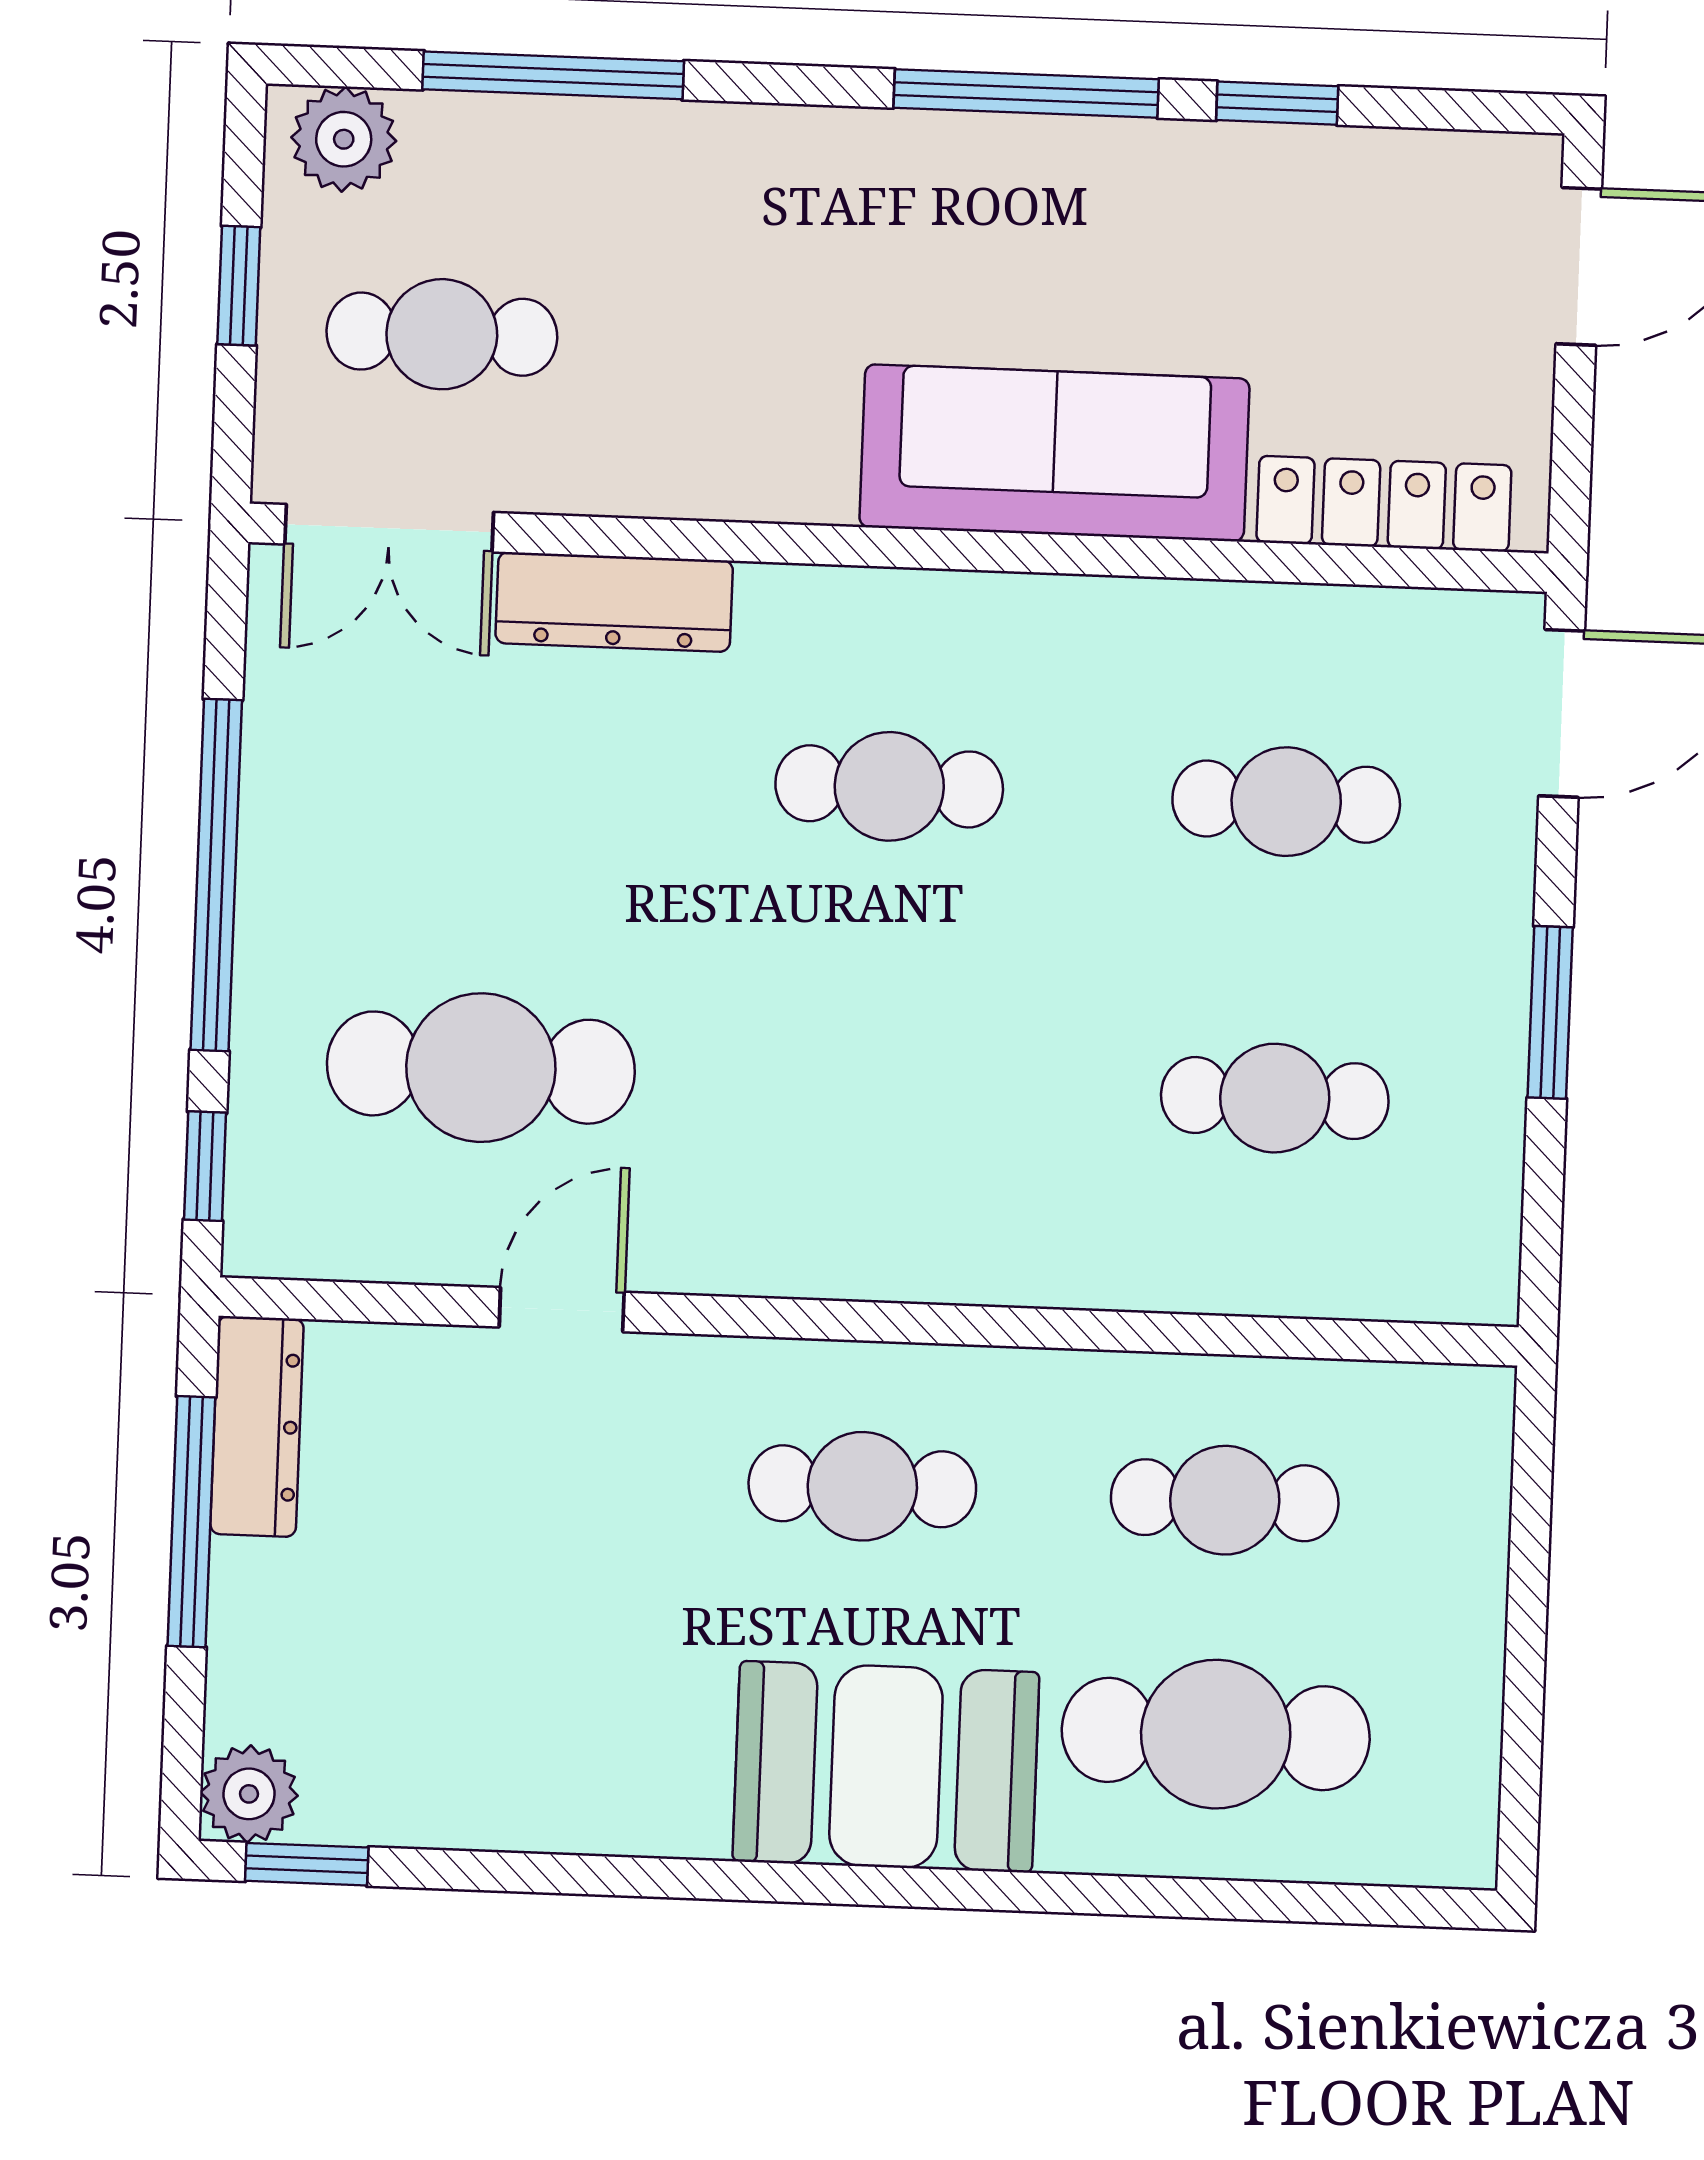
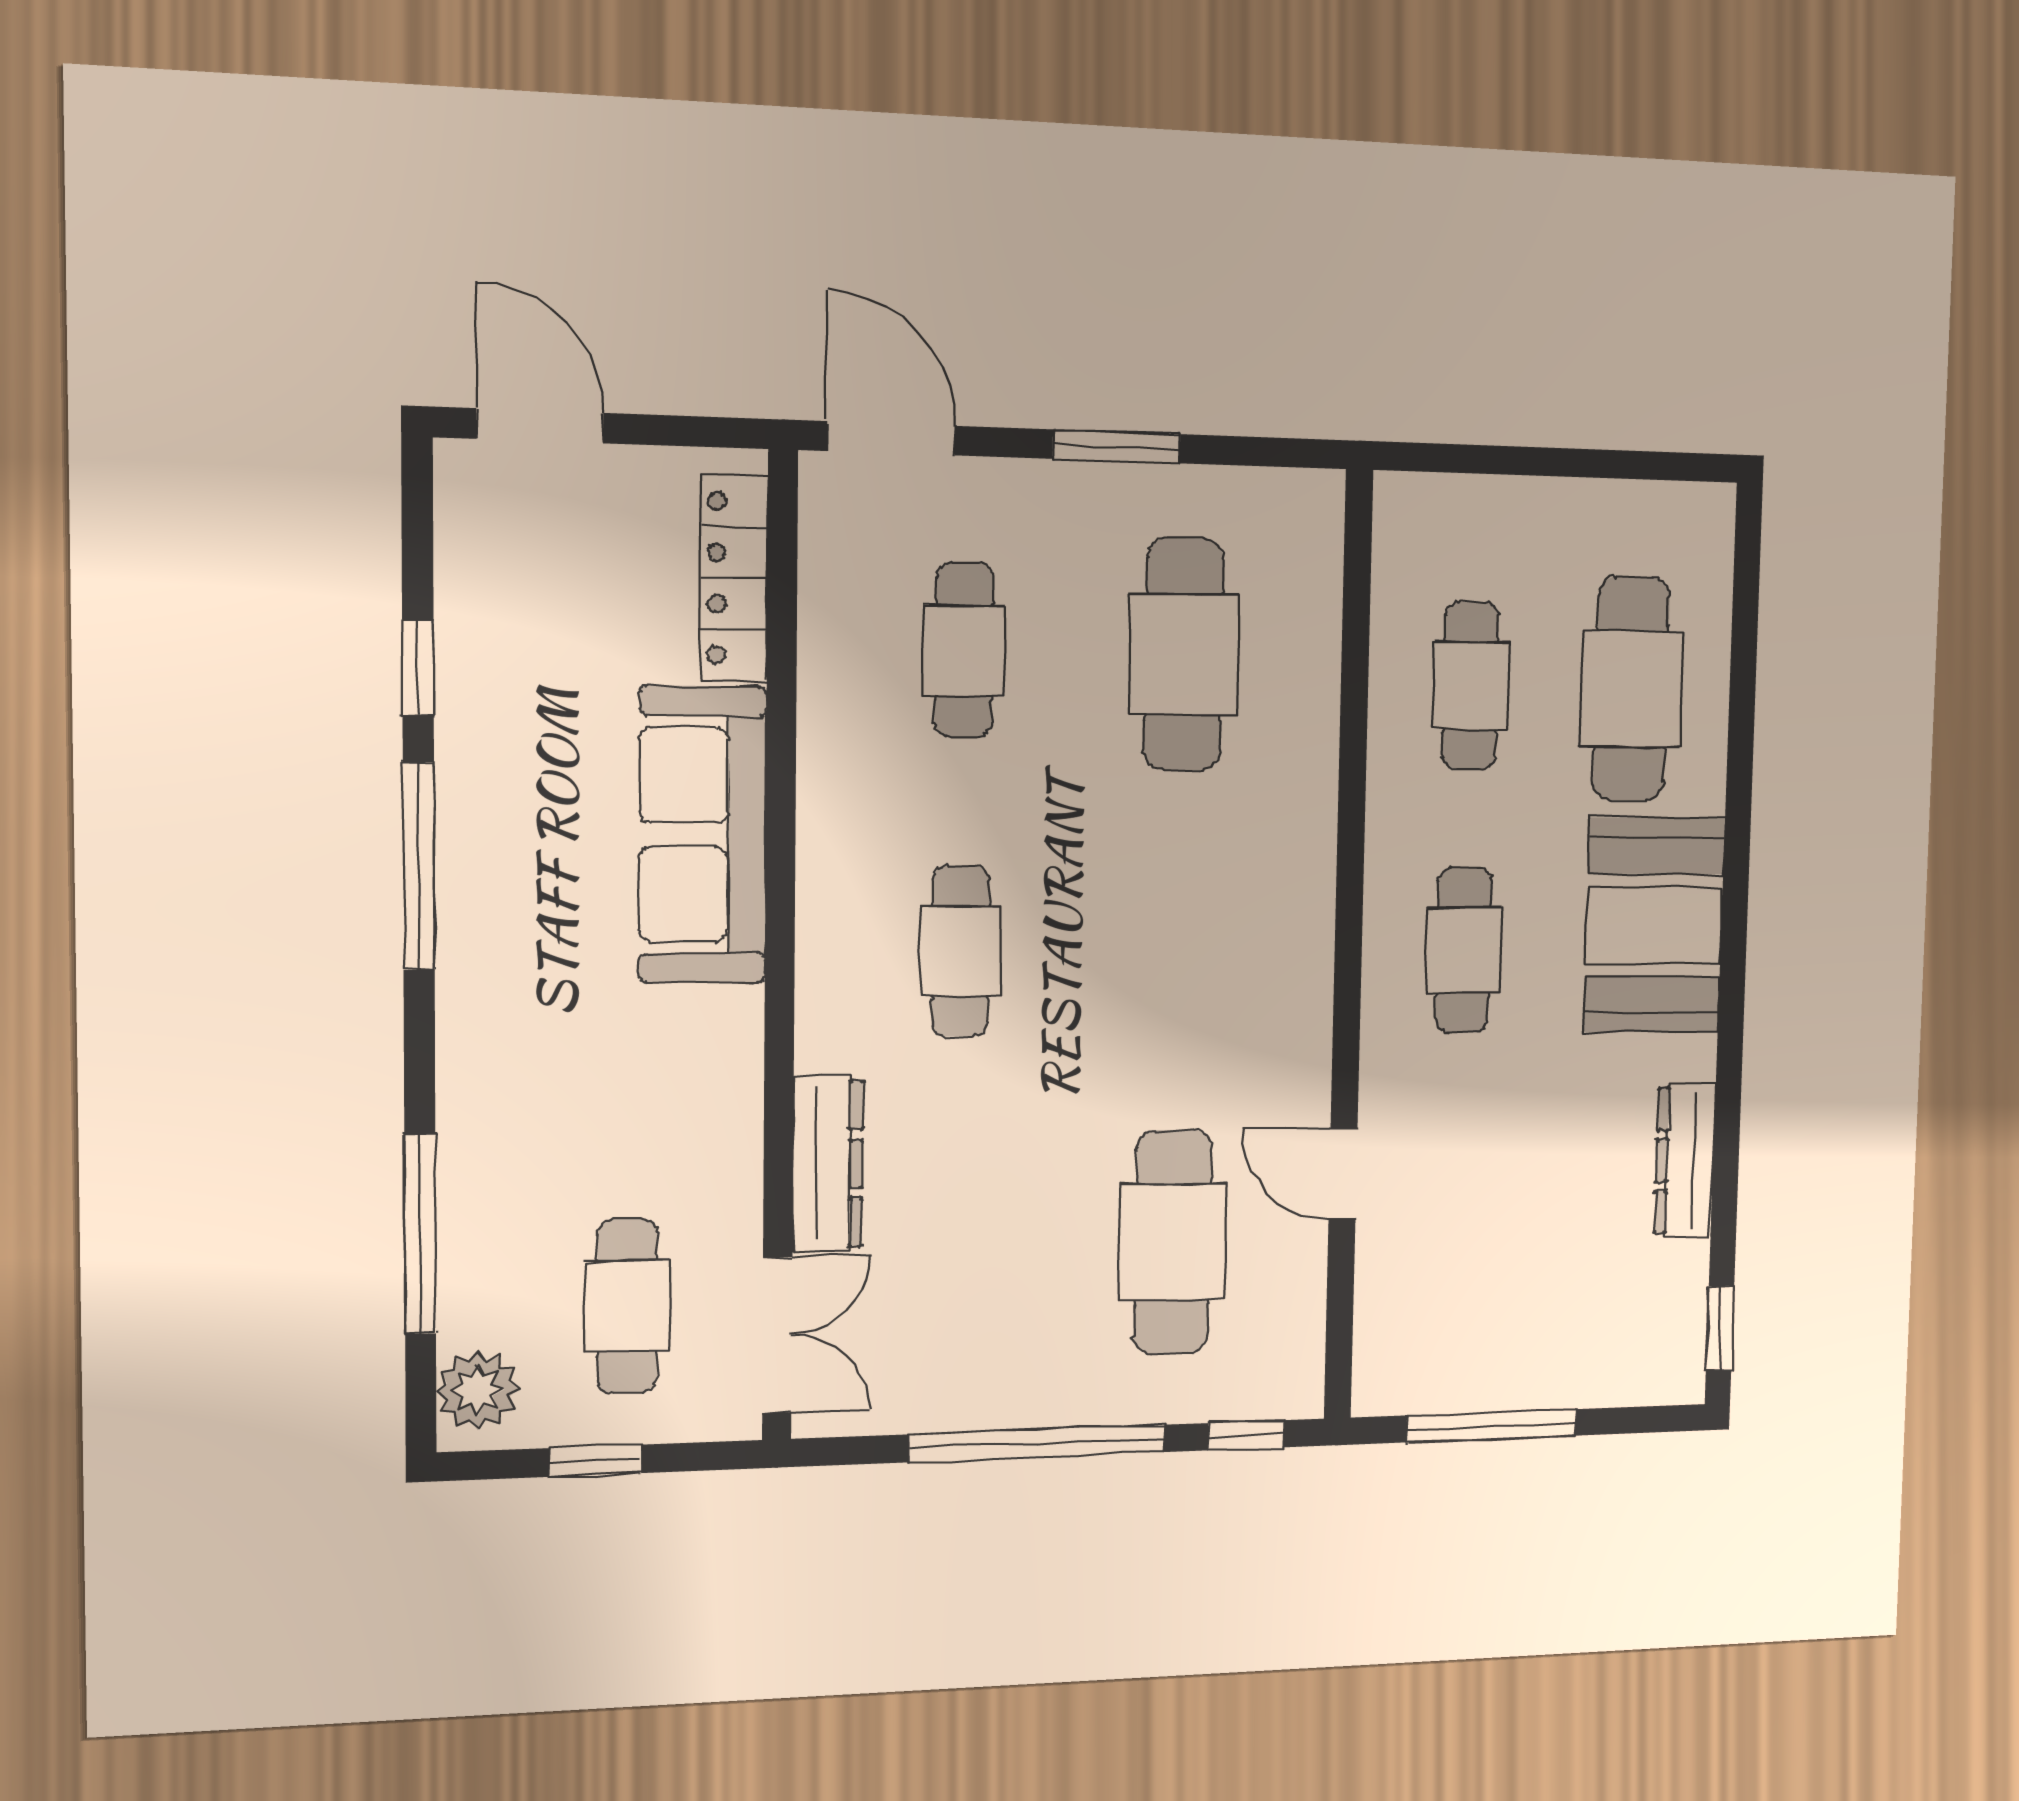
cafe table: (1275, 1098) -> (1184, 655), width x1.37, depth x1.35
dresser: (257, 1426) -> (1685, 1160), moved, turned -90
plant: (249, 1794) -> (1674, 1372), removed

